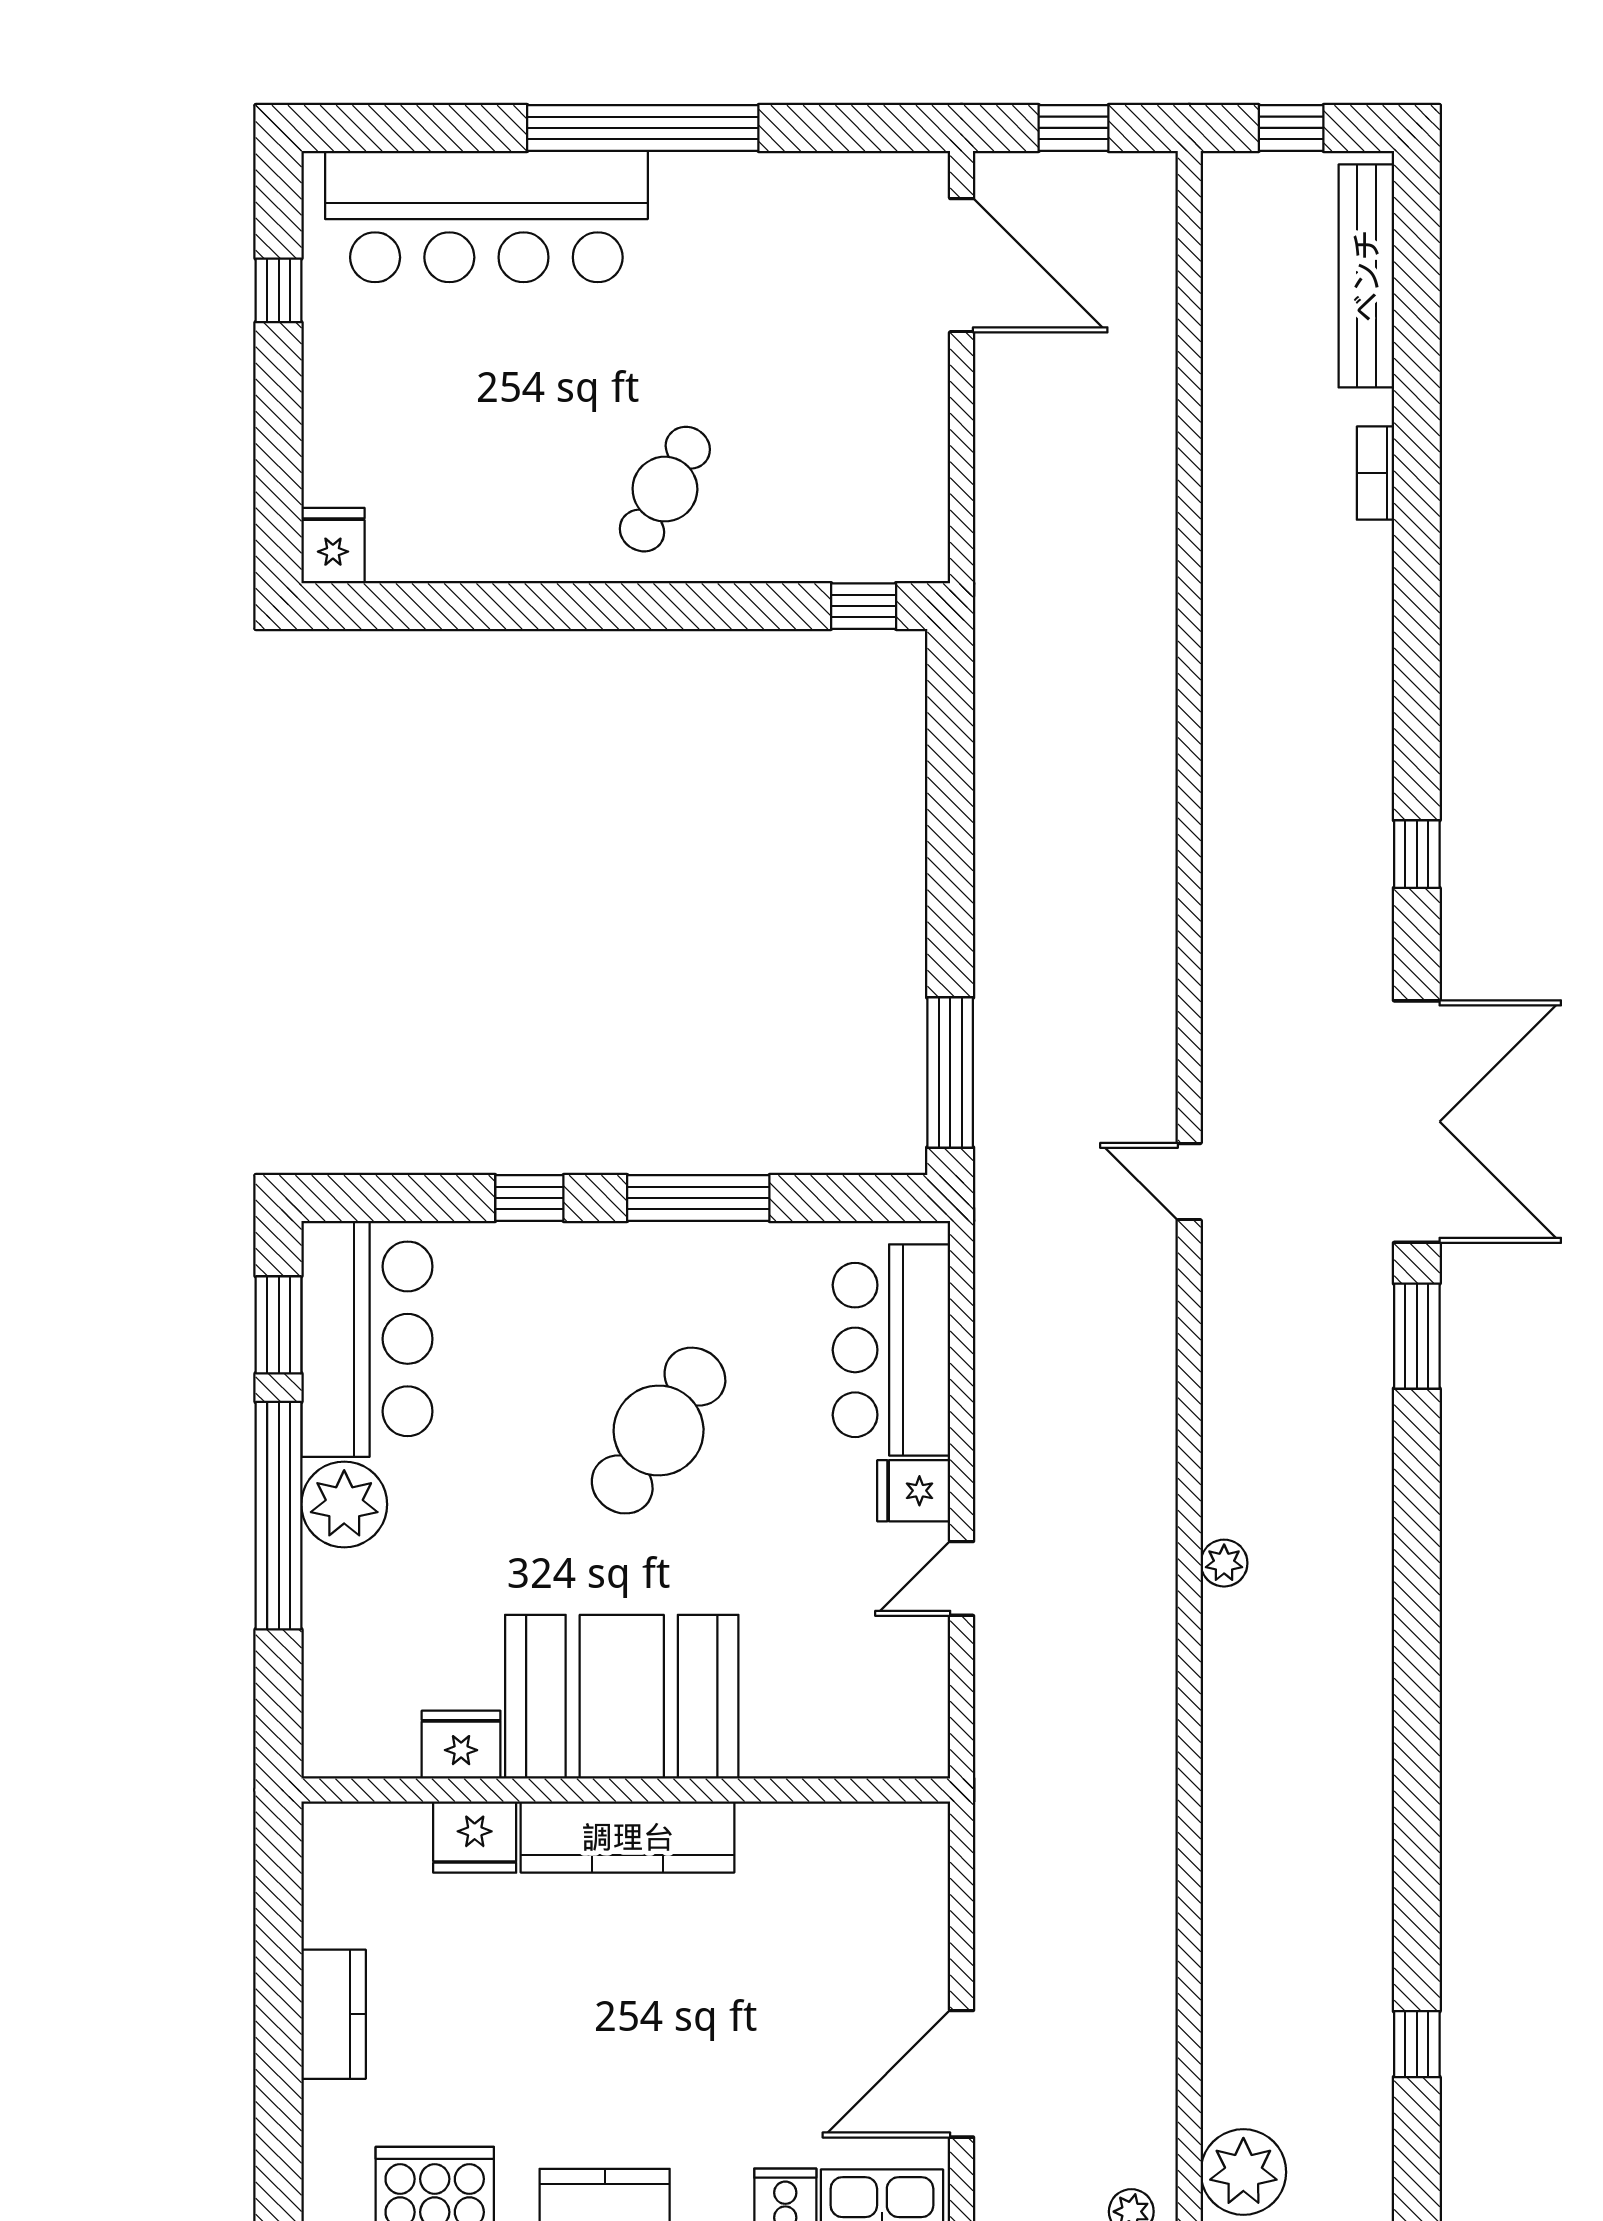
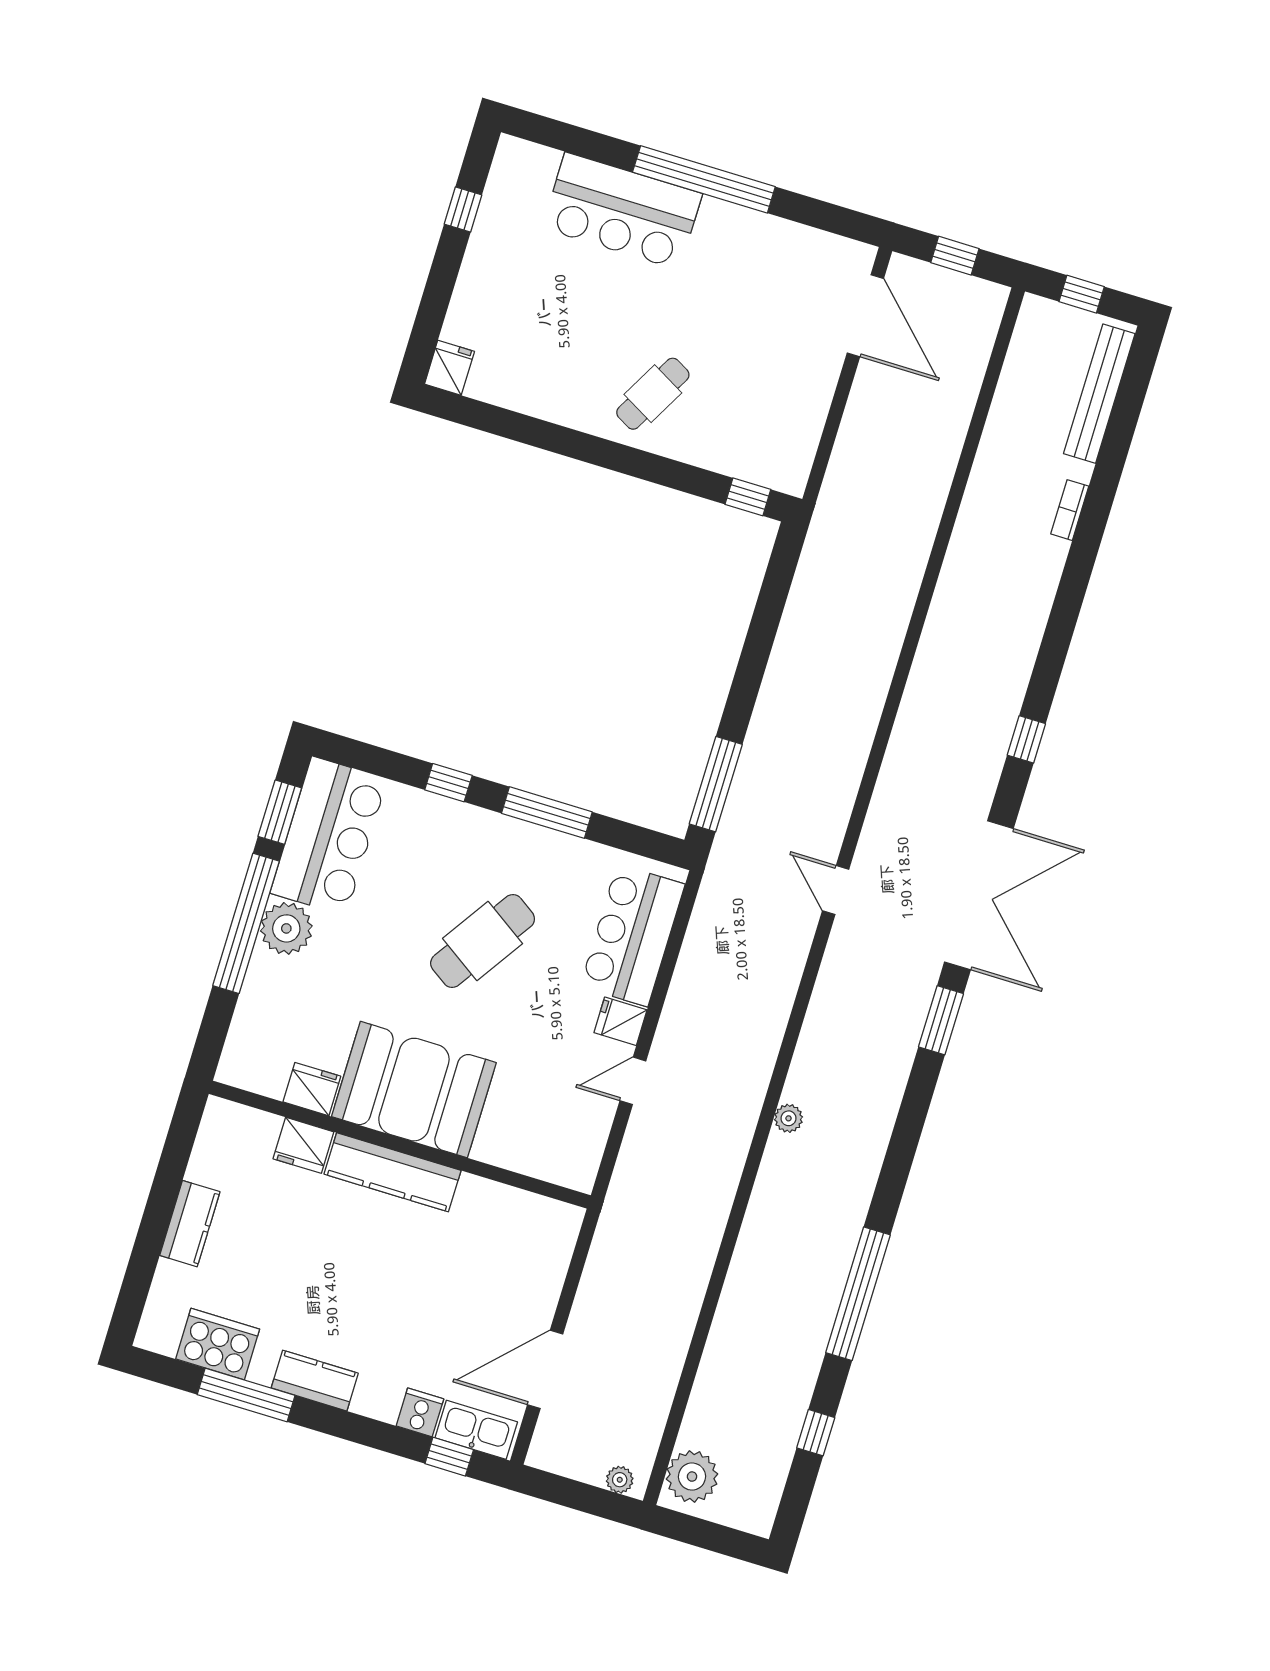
bar counter: (486, 216) -> (622, 211), width x0.73
window: (1417, 1806) -> (858, 1294), added

